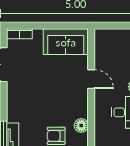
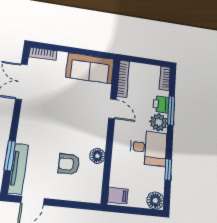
bookcase: (99, 48) -> (123, 79), added

